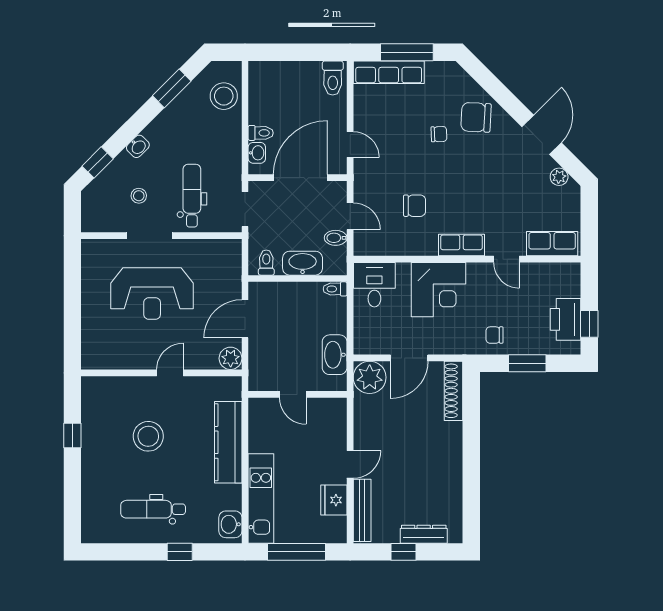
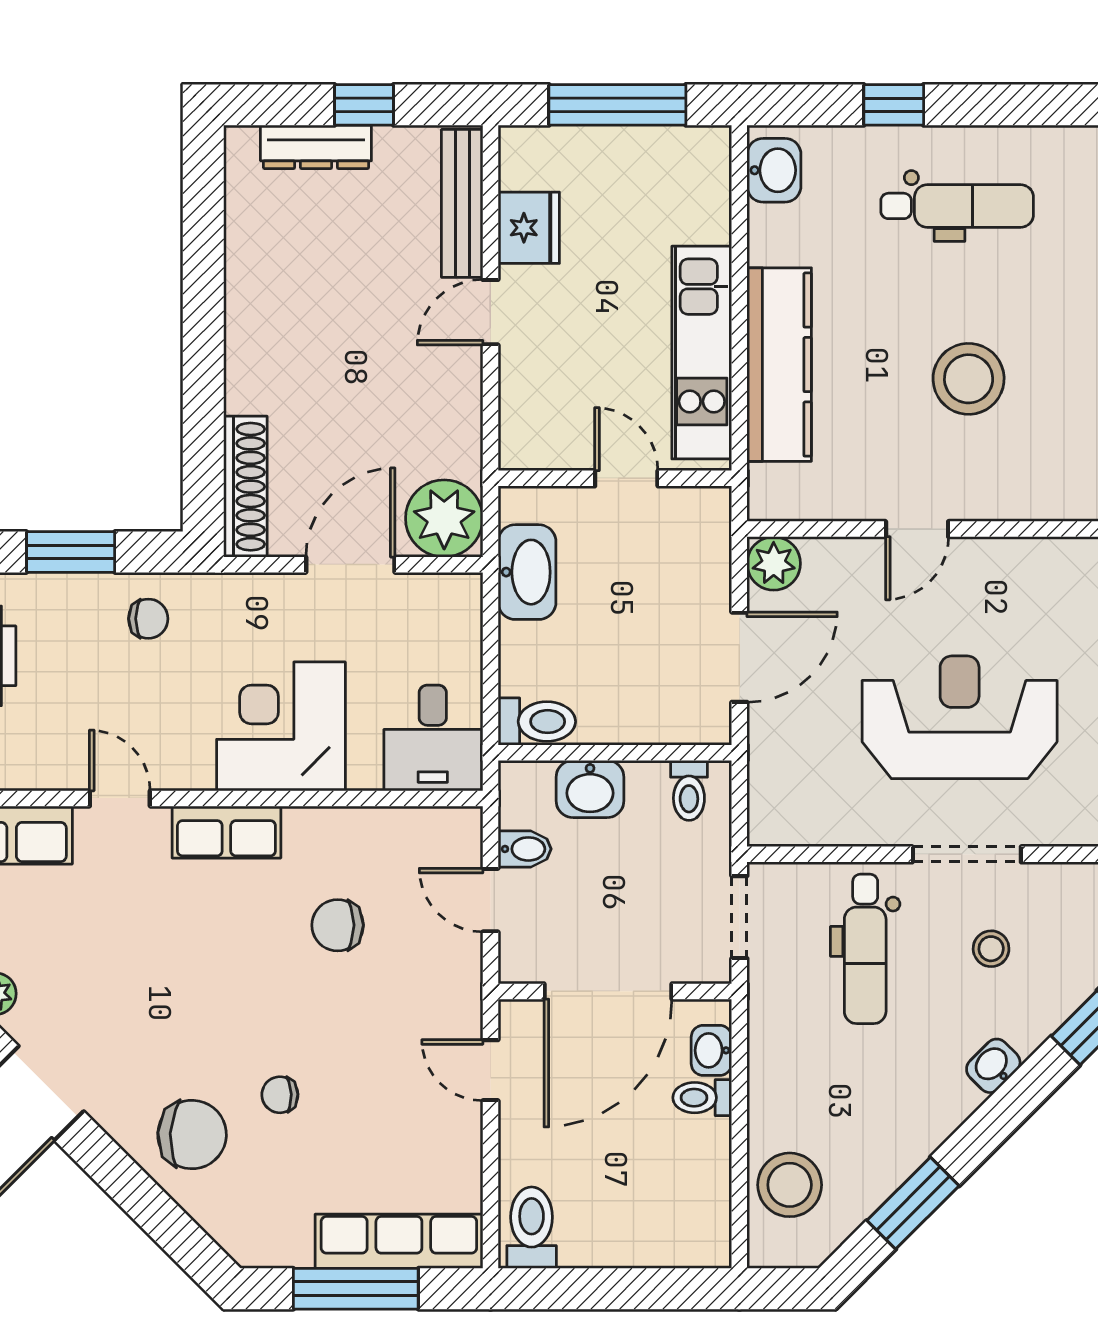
washbasin: (303, 263) -> (590, 789), width x0.72
toilet: (335, 289) -> (537, 722), width x1.37, depth x1.39
kitchen unit: (261, 498) -> (702, 353), moved

